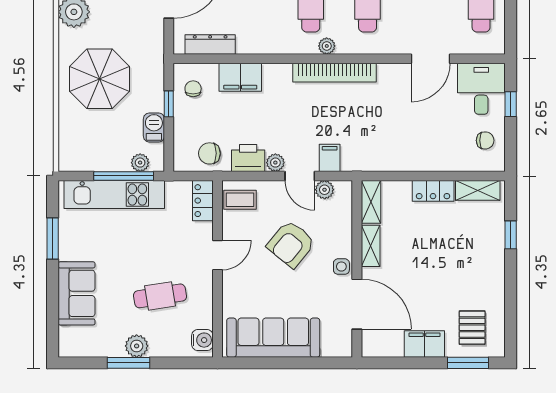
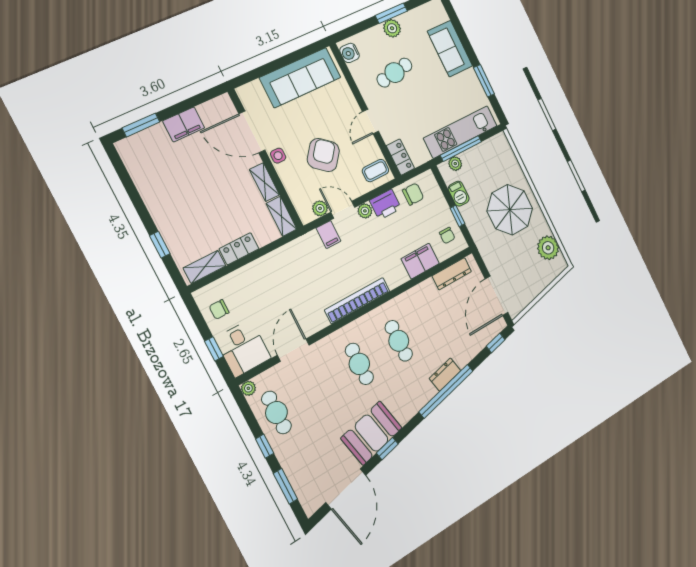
plant: (327, 46) -> (248, 388), moved
pallet: (472, 328) -> (152, 155), removed

